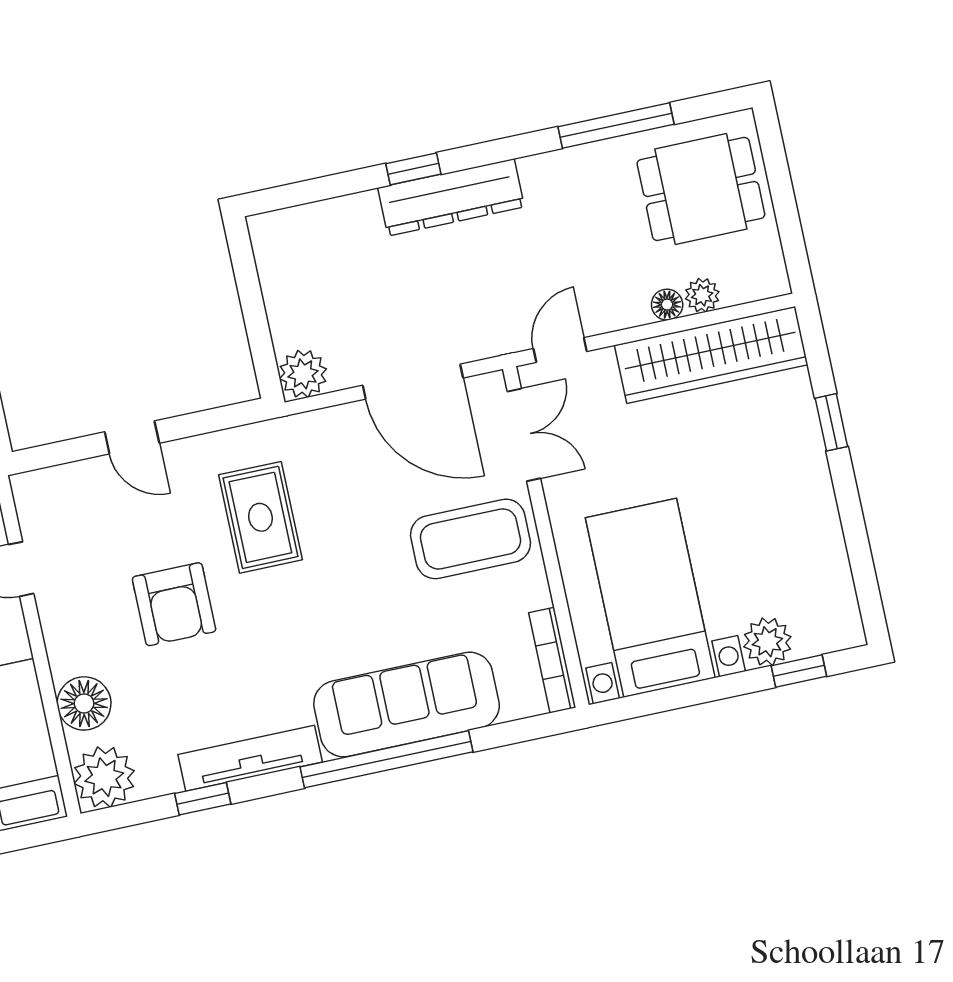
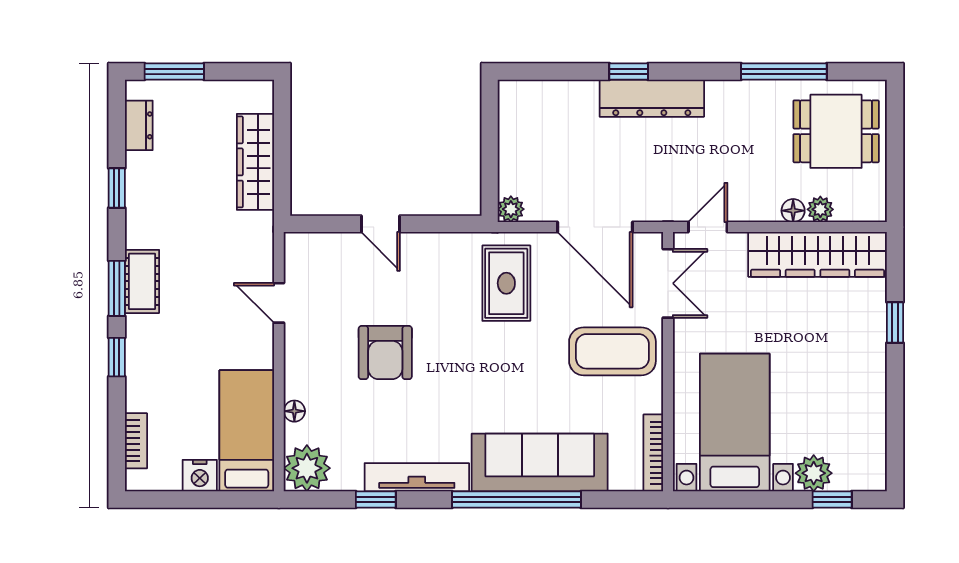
plant: (303, 374) -> (511, 209), width x0.73, depth x0.73
rug: (260, 517) -> (506, 283), moved
floor lamp: (84, 703) -> (294, 411), width x0.53, depth x0.53

